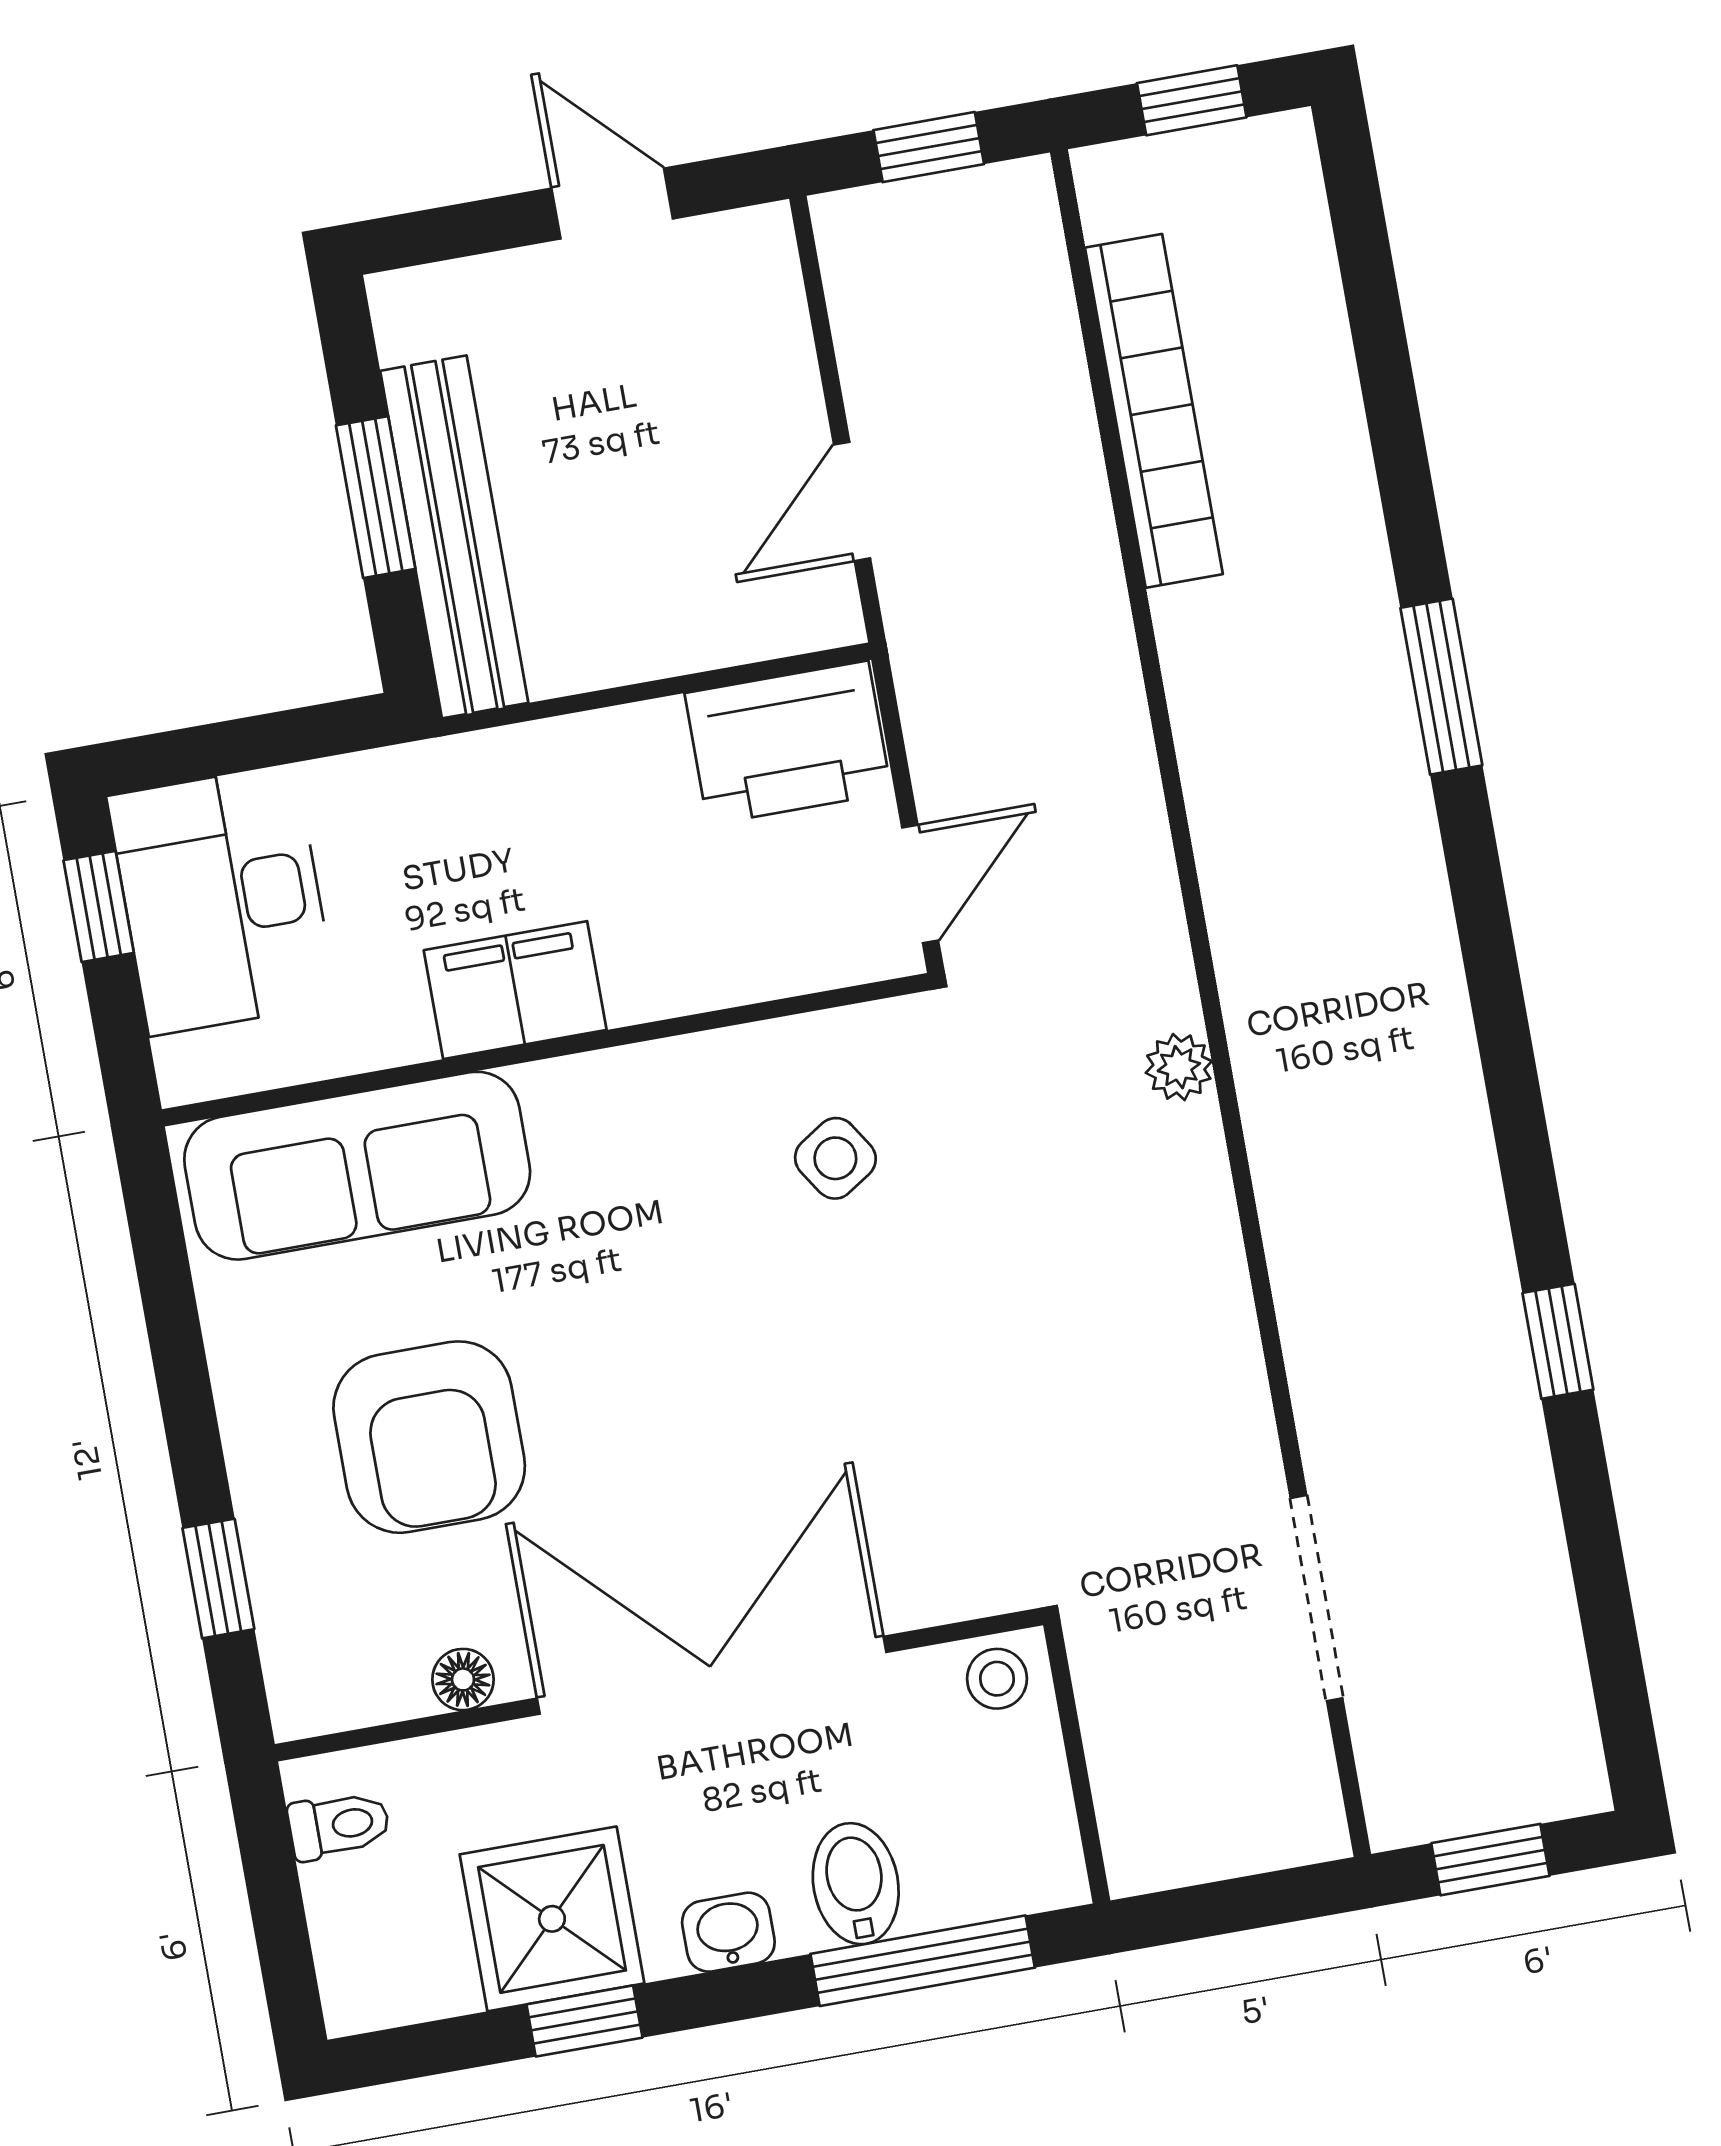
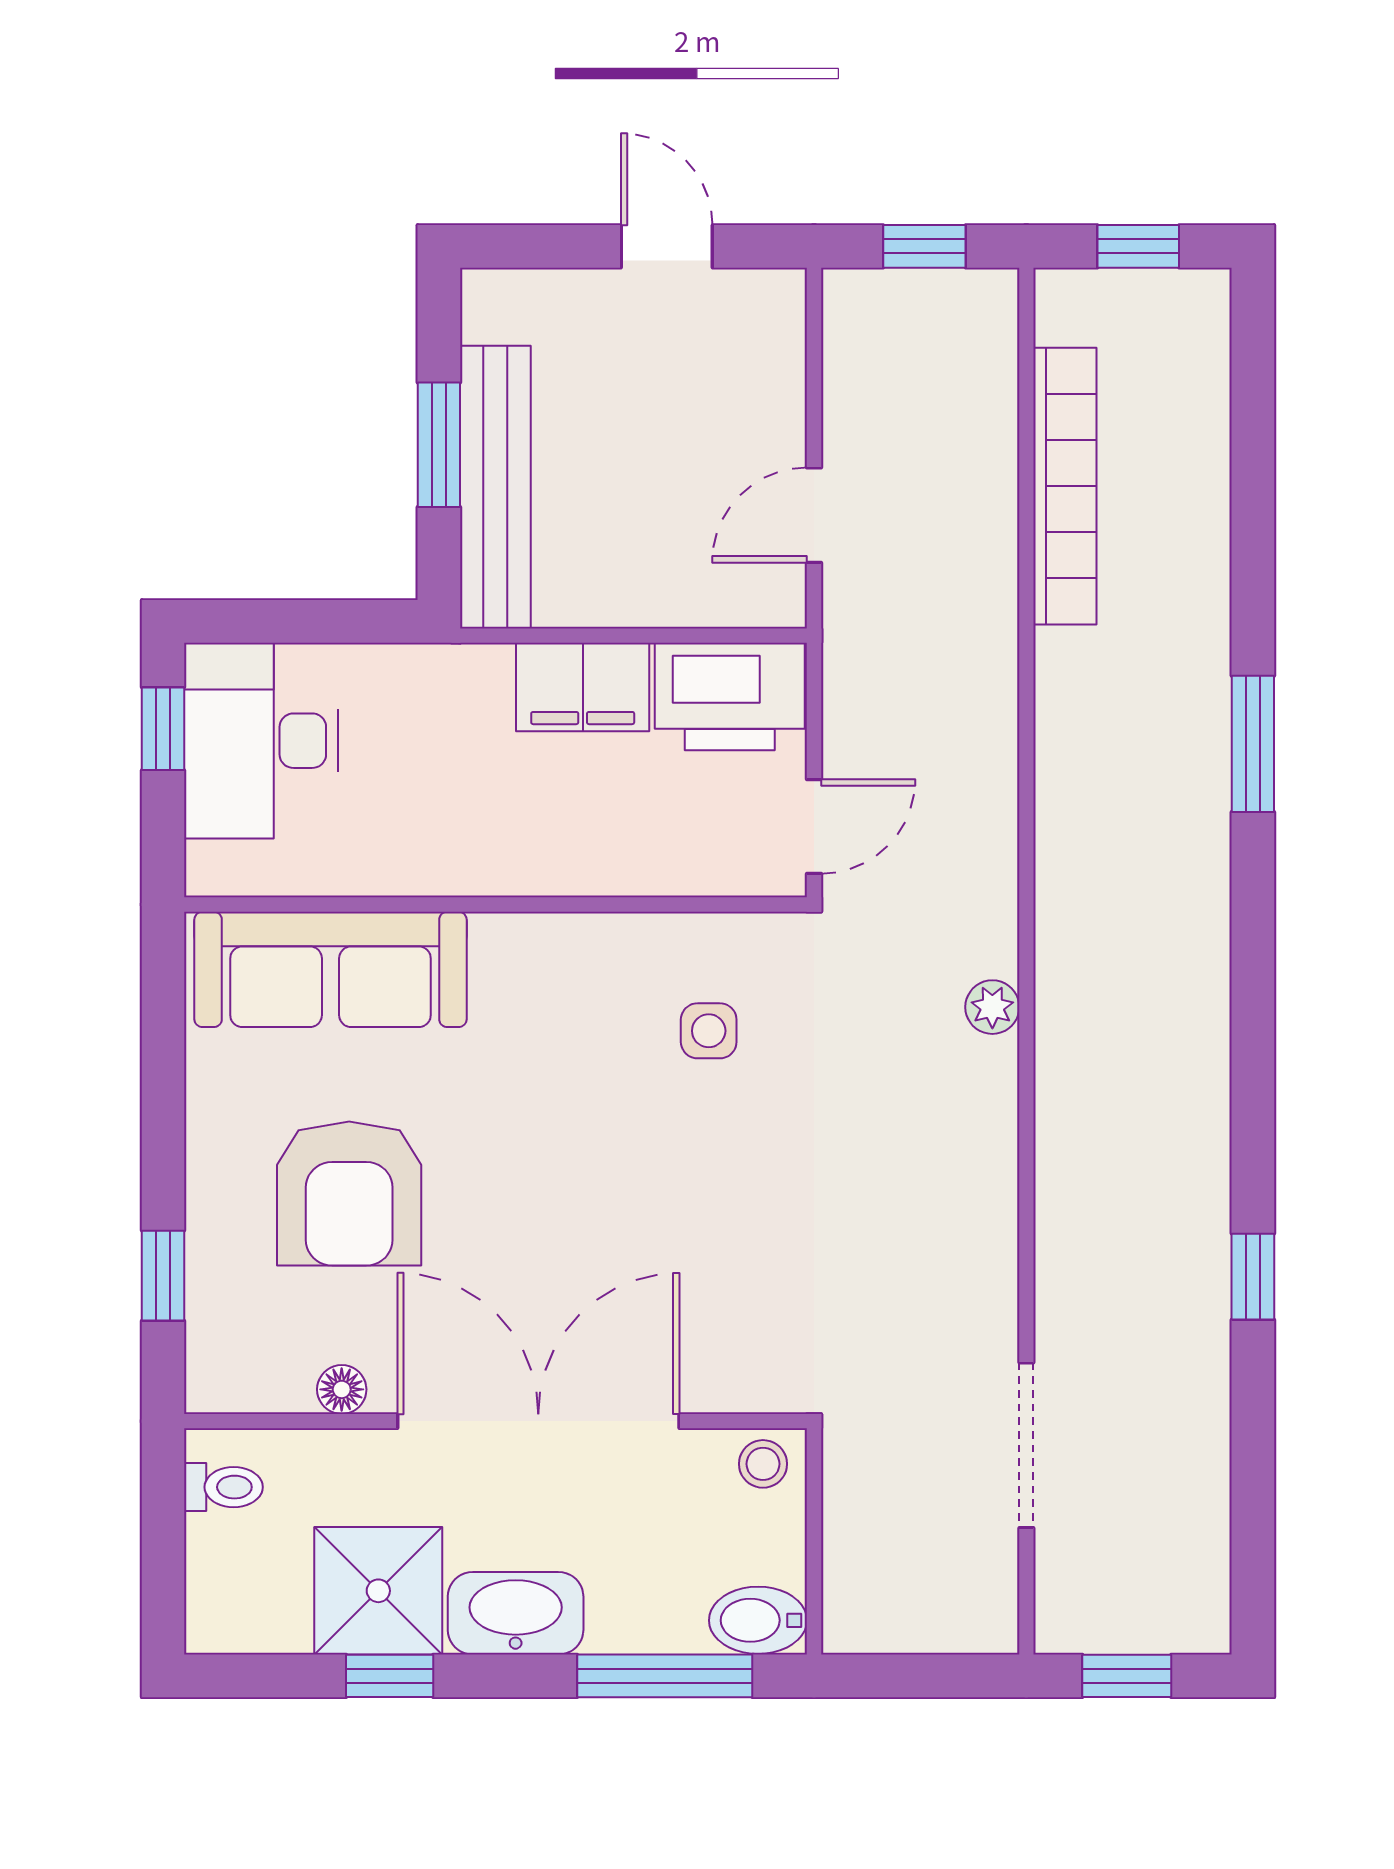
filing cabinet: (515, 990) -> (583, 687), moved, turned 180
side table: (835, 1158) -> (709, 1031), turned 33
bidet: (856, 1884) -> (758, 1620), moved, turned -90
washbasin: (728, 1932) -> (516, 1613), width x1.91, depth x1.45

